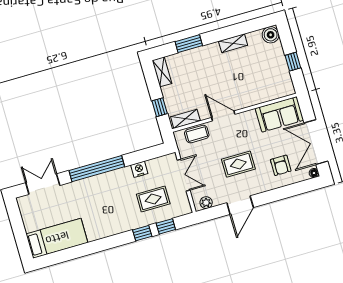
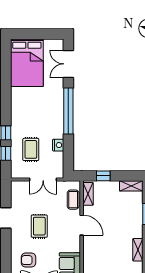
door: (223, 116) -> (82, 225), hinge flipped
double door: (43, 184) -> (68, 64), swing flipped
plant: (206, 203) -> (16, 191), removed
bed: (57, 238) -> (27, 63), width x1.50

